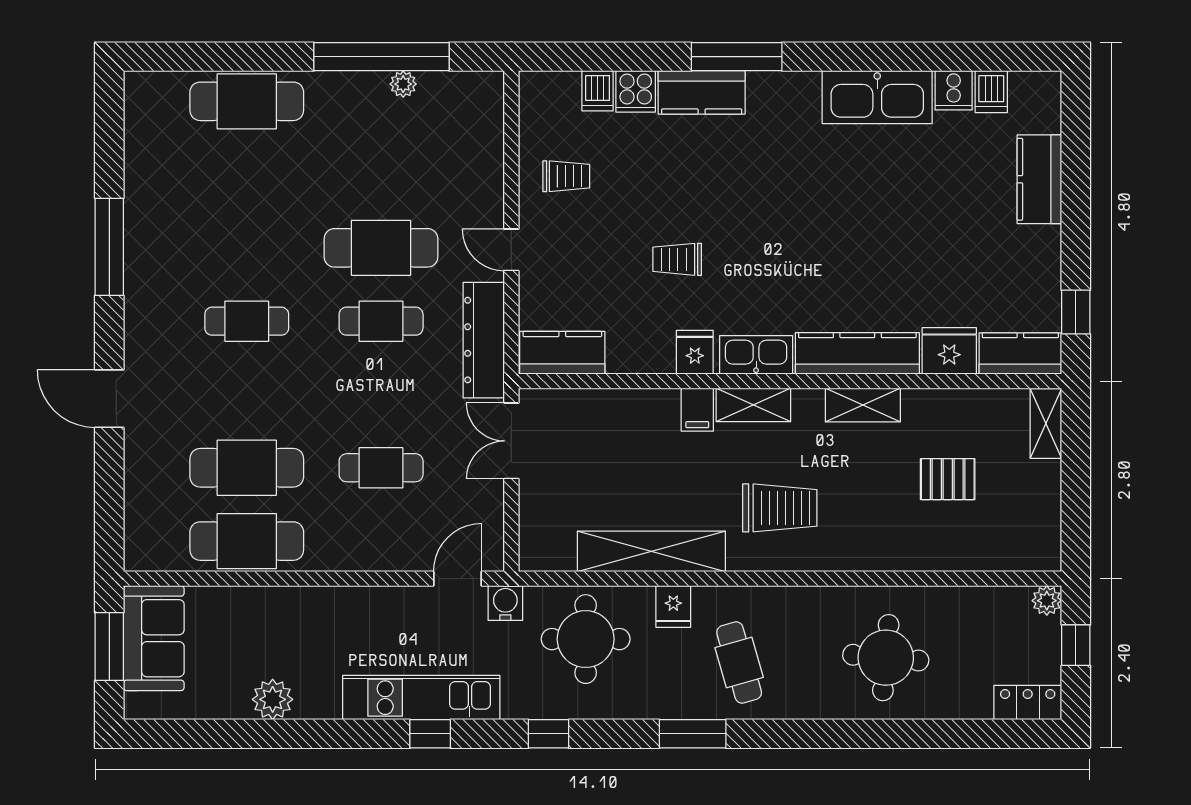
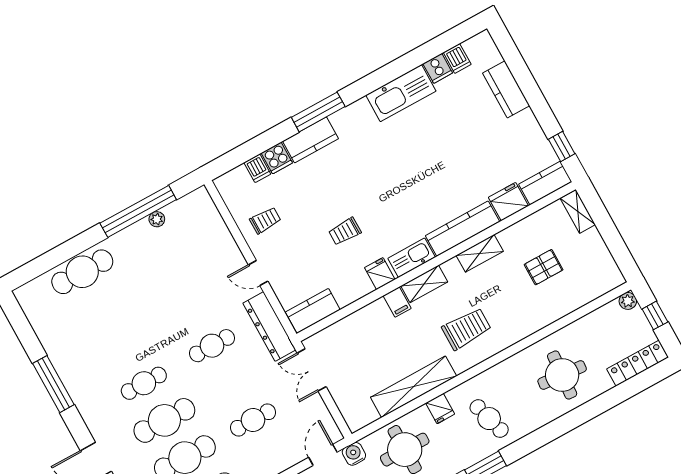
cafe table: (381, 248) -> (164, 420), moved
locker: (1028, 703) -> (638, 363), width x1.53

